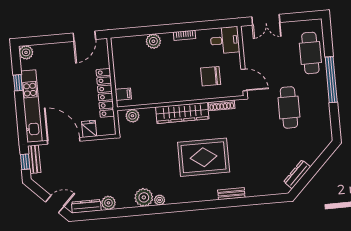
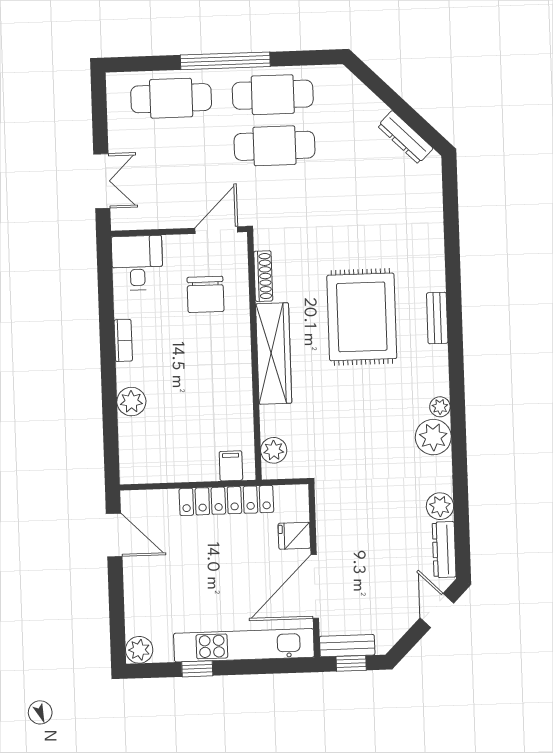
cafe table: (315, 105) -> (273, 95), added
bench: (231, 194) -> (437, 318), moved

